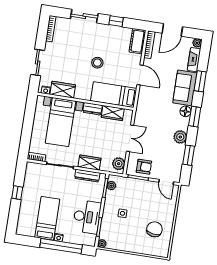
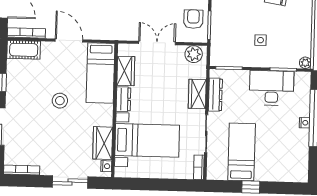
door: (140, 75) -> (69, 41), hinge flipped
plant: (111, 186) -> (225, 60), removed
bed: (47, 218) -> (242, 152), moved, turned 90

